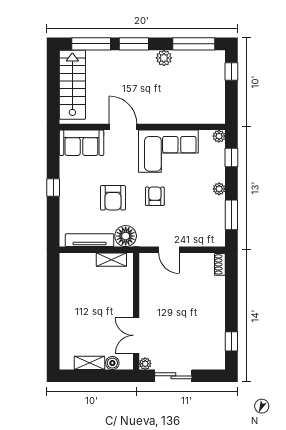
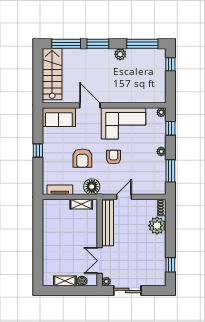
tv unit: (90, 240) -> (60, 190), width x0.71
door: (169, 250) -> (124, 197), swing flipped
bench: (147, 285) -> (108, 223), added
plant: (213, 288) -> (157, 226), added

